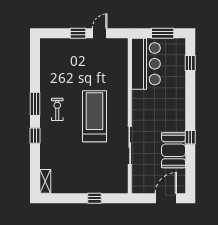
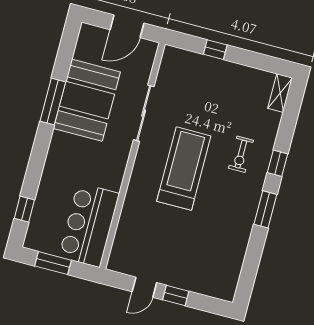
exercise bike: (57, 109) -> (241, 154), moved
treadmill: (94, 116) -> (184, 169), turned 180
window: (190, 137) -> (53, 101), width x2.17
booth: (174, 150) -> (87, 100), width x1.36, depth x1.42
door: (166, 198) -> (127, 26), moved

